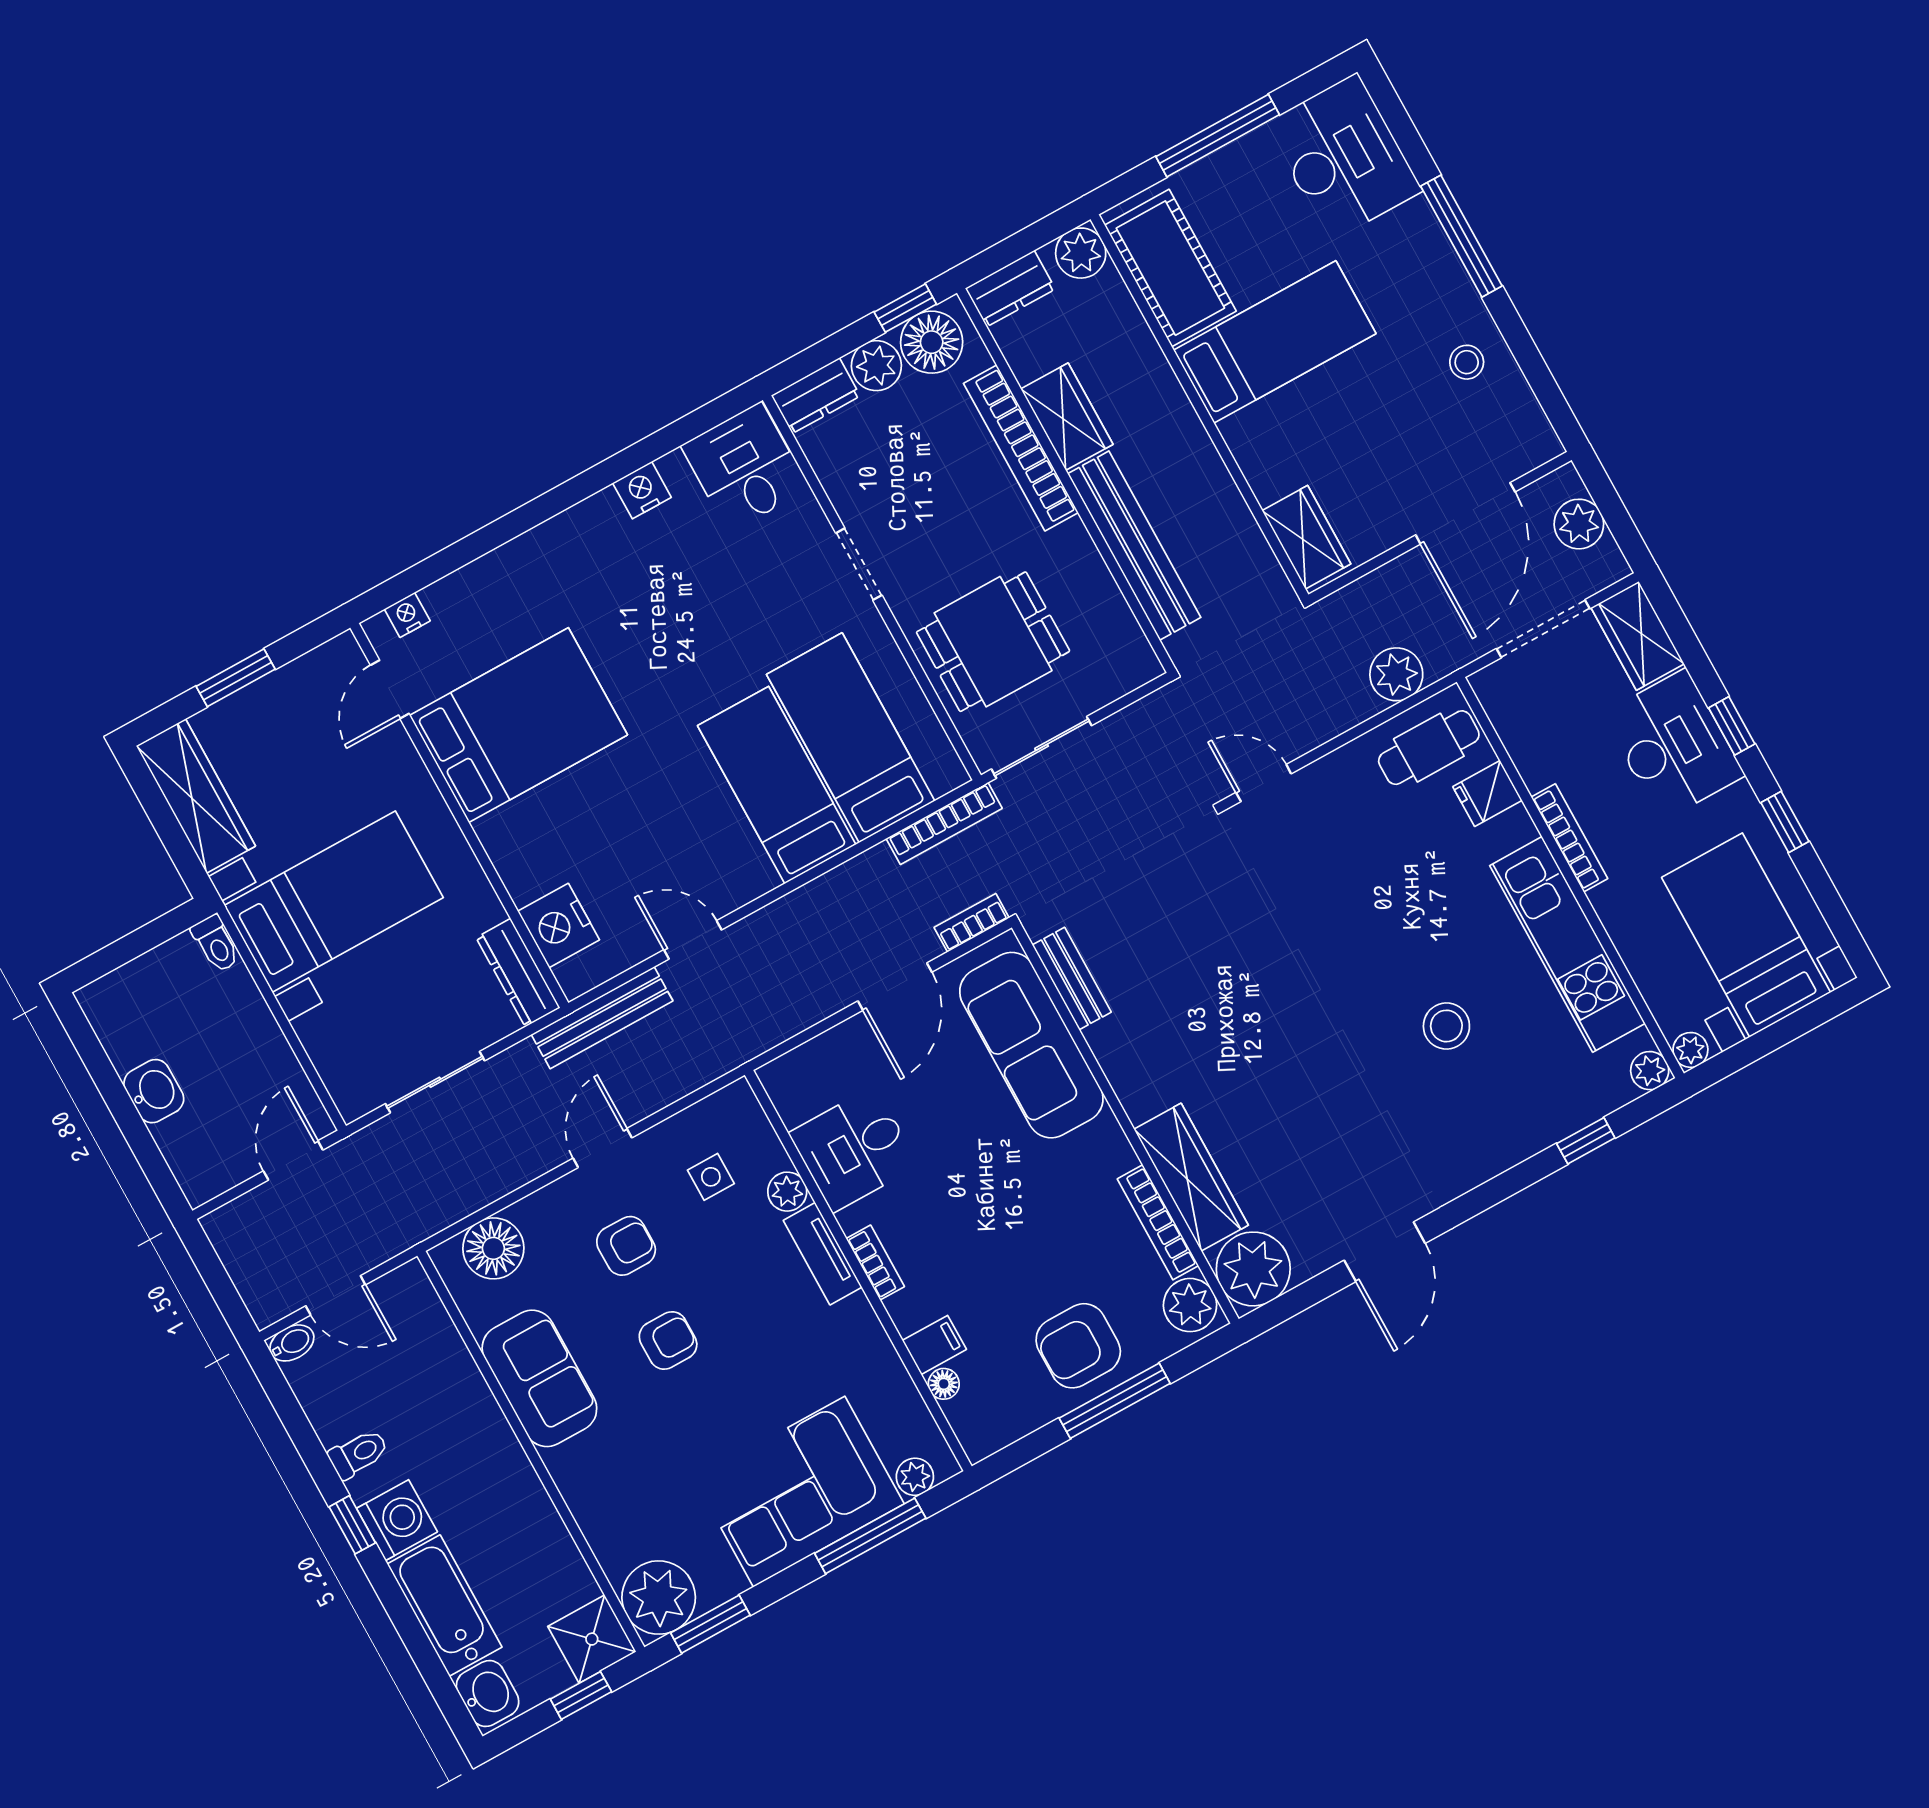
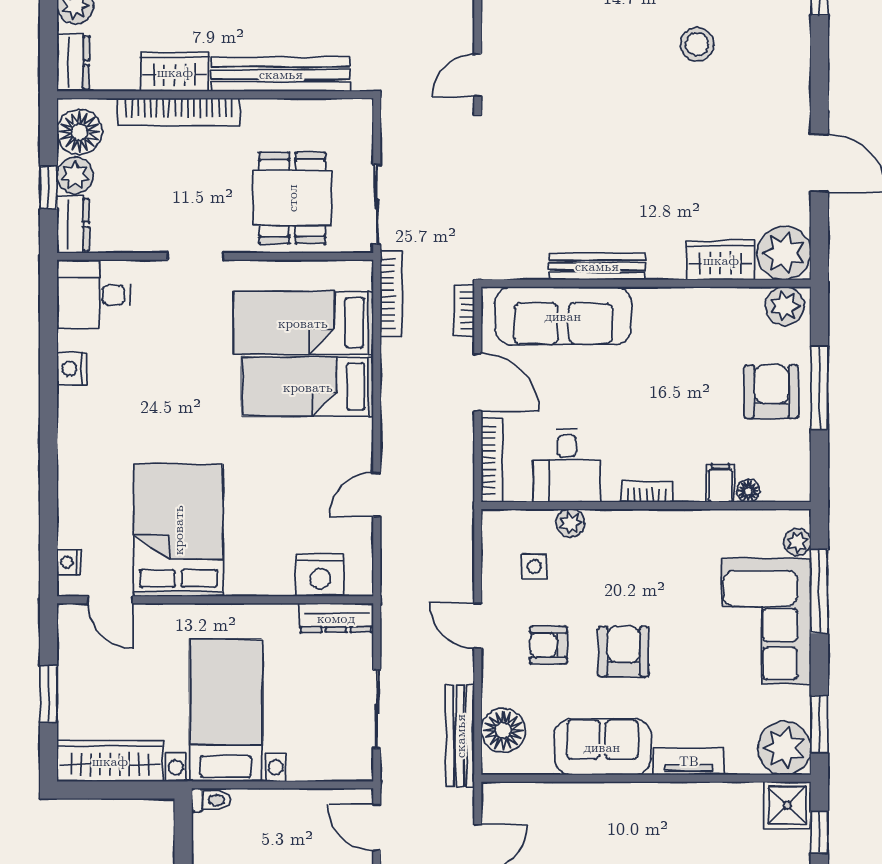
window: (905, 308) -> (49, 188), moved
bench: (1072, 978) -> (597, 266), moved, width x1.36
bench: (602, 1018) -> (460, 736), moved
wardrobe: (1191, 1177) -> (721, 260), width x0.67
bookcase: (1158, 1222) -> (492, 460), moved, turned -90
armchair: (626, 1246) -> (548, 645), turned -90
tv unit: (823, 1254) -> (689, 761), moved, turned 180
armchair: (668, 1340) -> (624, 651), width x1.38, depth x1.38
armchair: (1078, 1346) -> (771, 392), turned 180

